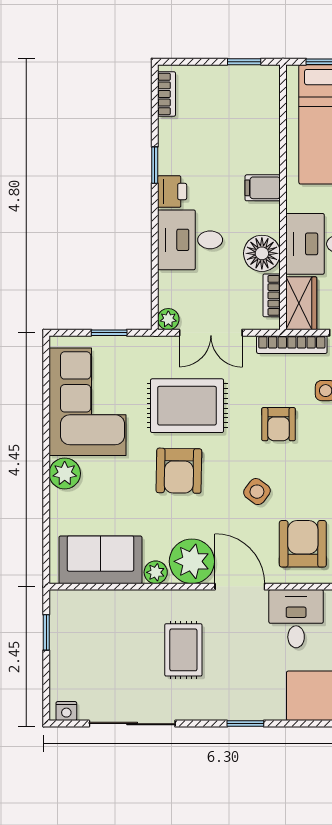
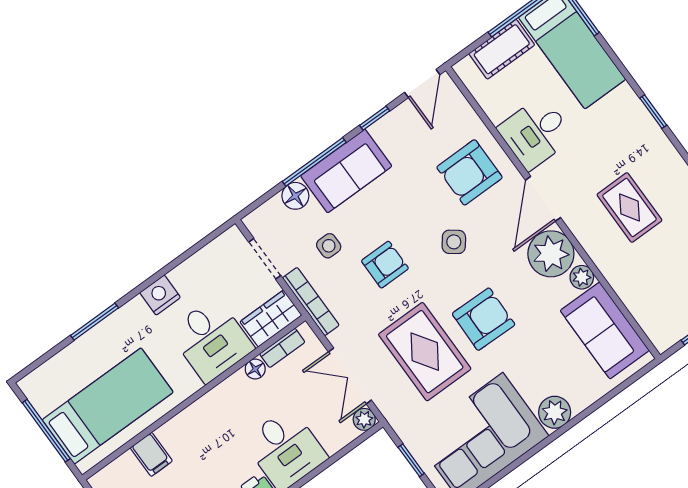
filing cabinet: (263, 188) -> (151, 454), moved
floor lamp: (262, 253) -> (255, 369), width x0.53, depth x0.53
double door: (211, 333) -> (350, 376), swing flipped
rug: (183, 650) -> (629, 207), turned 90

